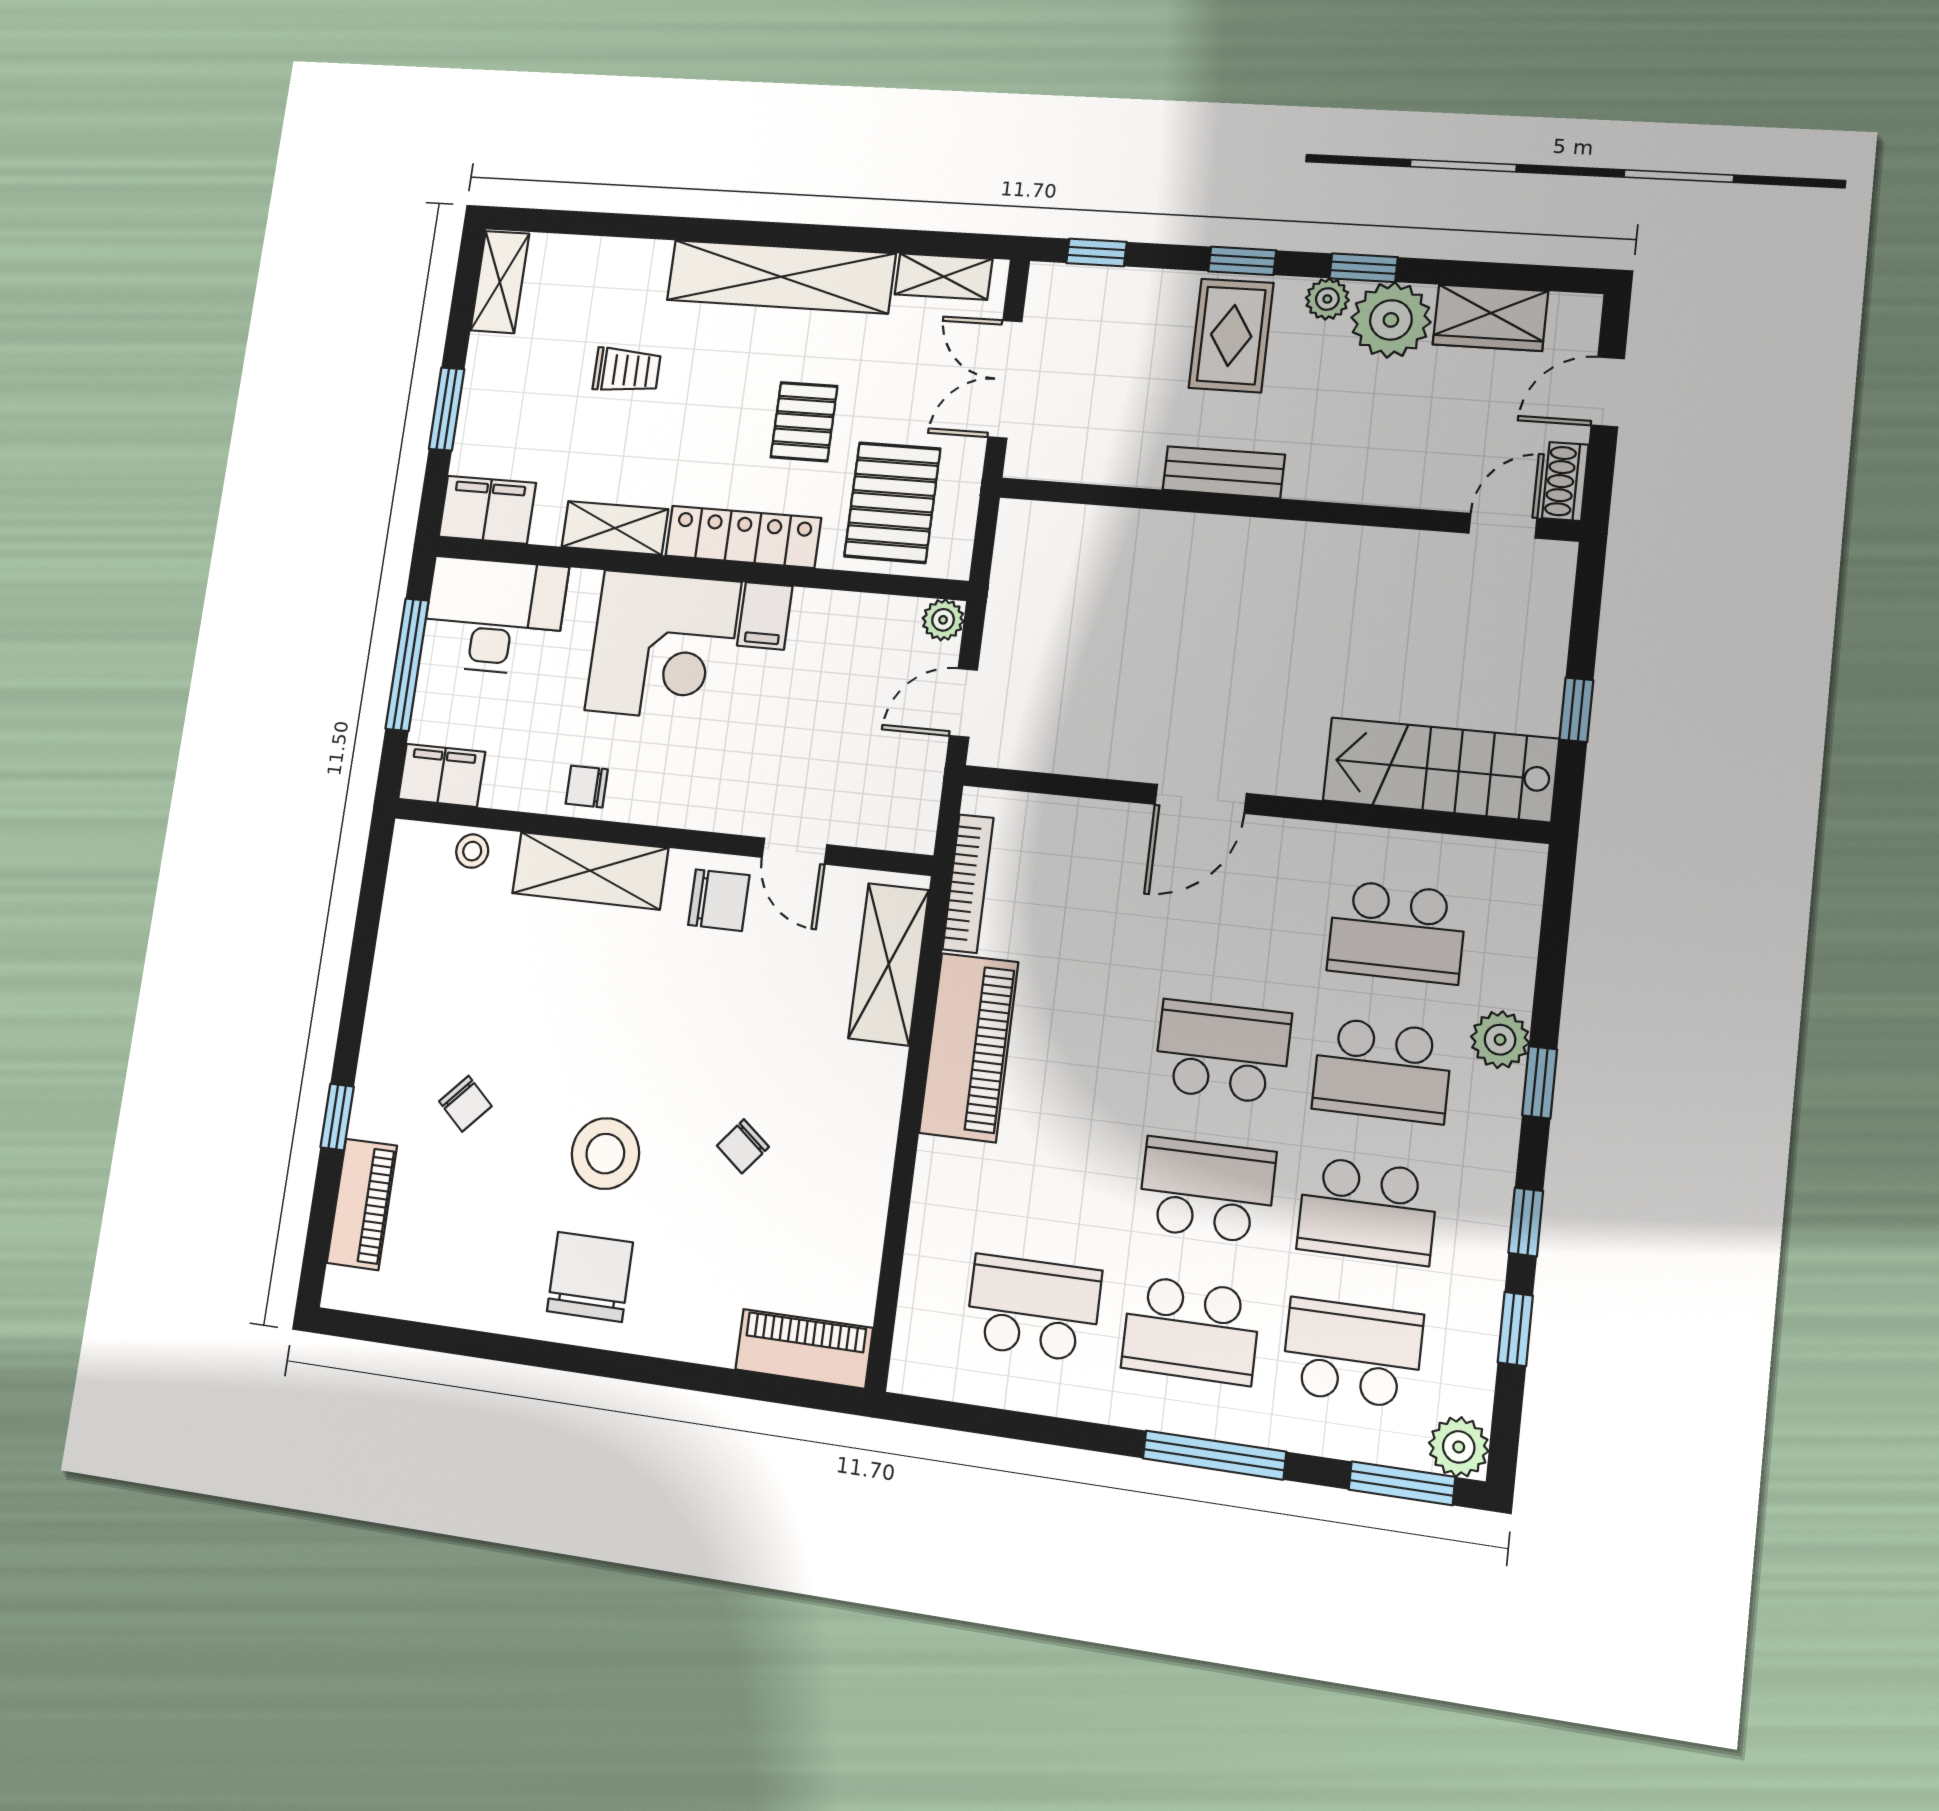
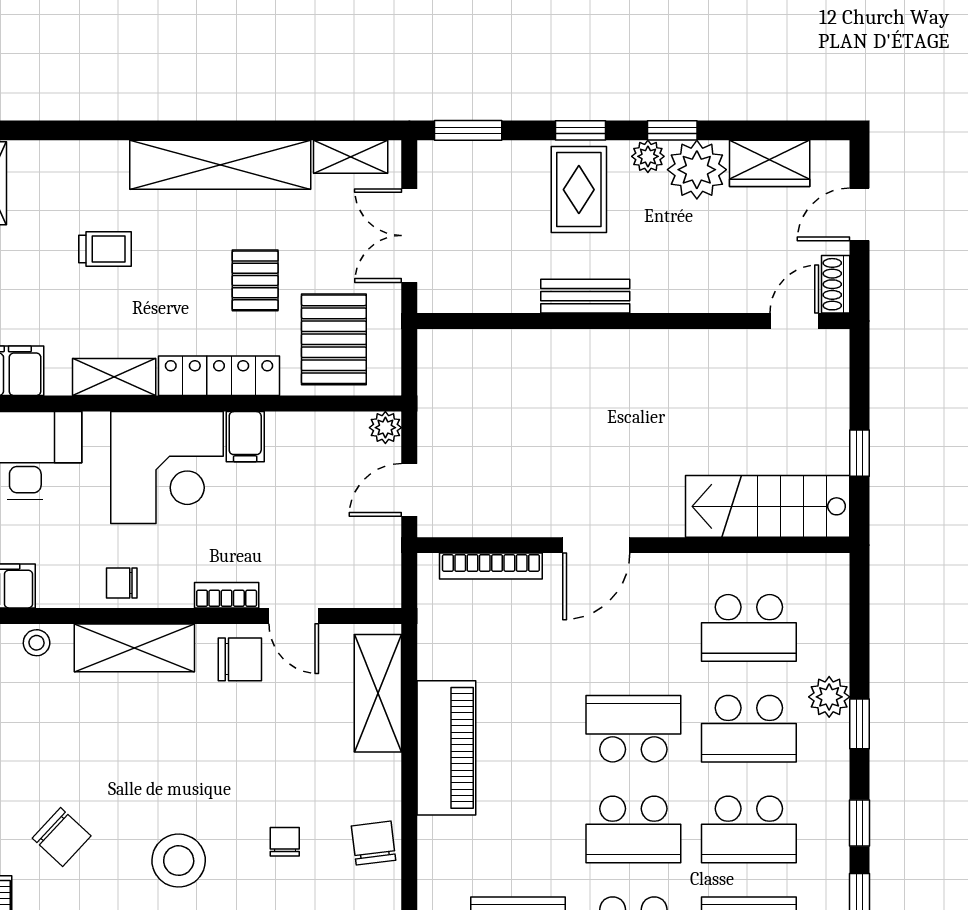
window: (1096, 253) -> (468, 130), width x1.50
bookcase: (714, 816) -> (227, 595), added
bookcase: (968, 884) -> (491, 566), moved, turned 90
chair: (465, 1104) -> (62, 837), width x1.37, depth x1.37
chair: (743, 1146) -> (285, 842), turned 141
chair: (857, 1163) -> (374, 843), added
school desk: (1207, 1190) -> (633, 829), turned 180

